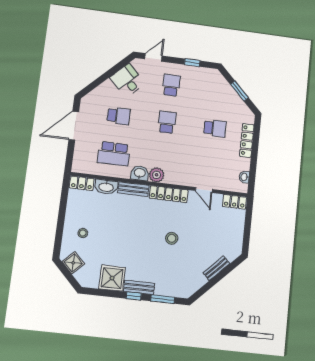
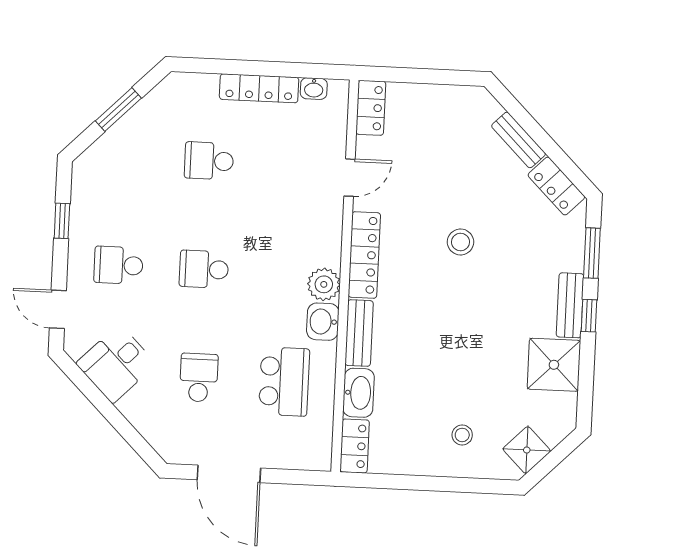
school desk: (215, 128) -> (209, 161), turned -90
locker: (247, 140) -> (259, 88), moved
locker: (194, 284) -> (556, 186), added

